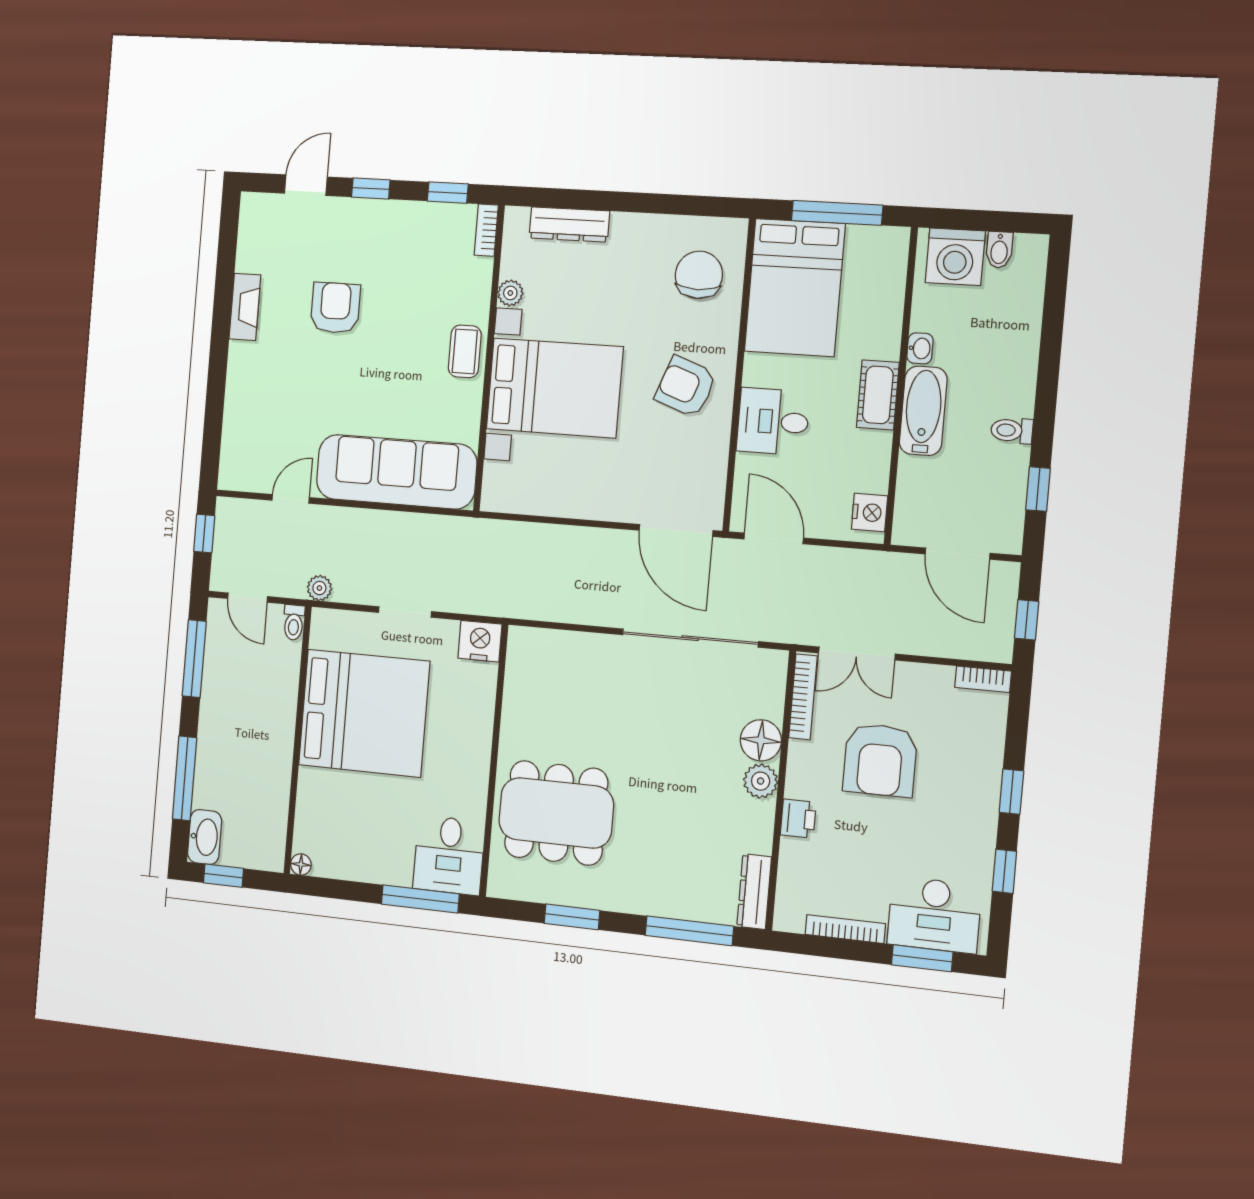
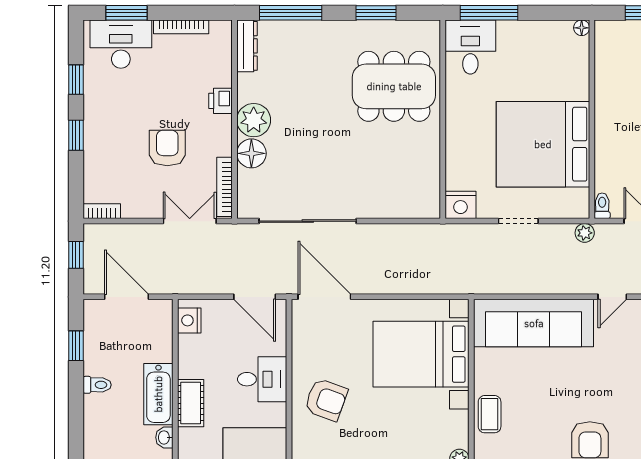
bed with nightstands: (555, 388) -> (421, 354), moved
armchair: (880, 760) -> (167, 148), width x0.73, depth x0.73
plant: (761, 781) -> (254, 120), width x1.36, depth x1.36

